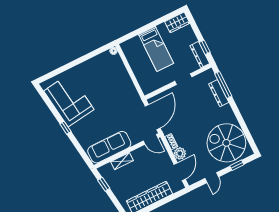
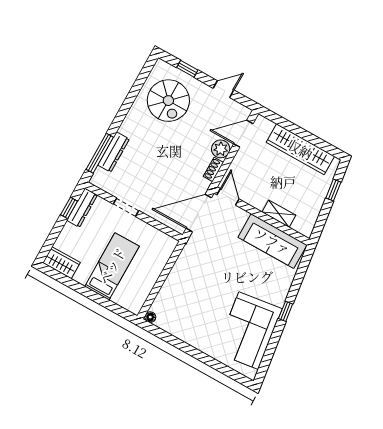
spiral stairs: (226, 143) -> (168, 101), width x0.73, depth x0.73
window: (104, 184) -> (333, 190), moved

